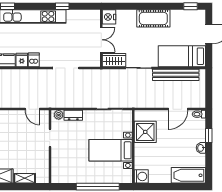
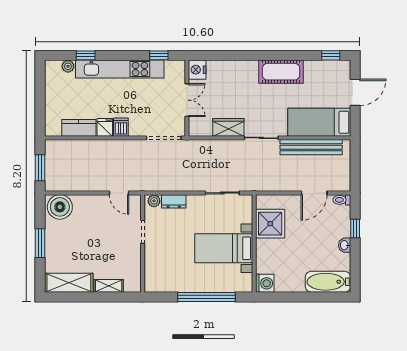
nightstand: (109, 17) -> (197, 70), moved
wall: (101, 38) -> (187, 98), moved
double door: (101, 40) -> (187, 100), moved

